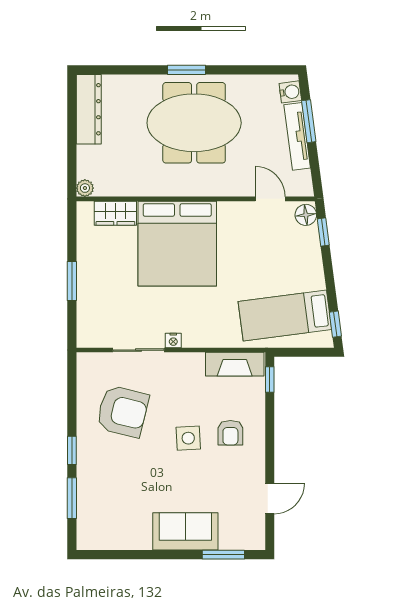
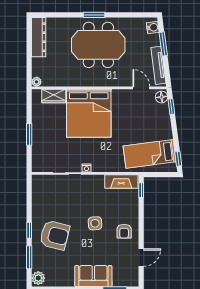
tv unit: (297, 136) -> (158, 65), moved
armchair: (123, 411) -> (55, 235), moved
armchair: (230, 433) -> (124, 231), moved
plant: (88, 535) -> (38, 278), added

